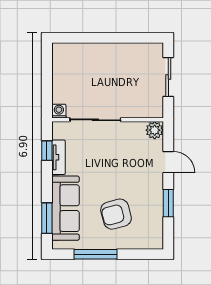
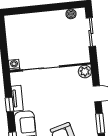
boiler: (144, 50) -> (71, 14), added
window: (47, 151) -> (9, 104), moved

